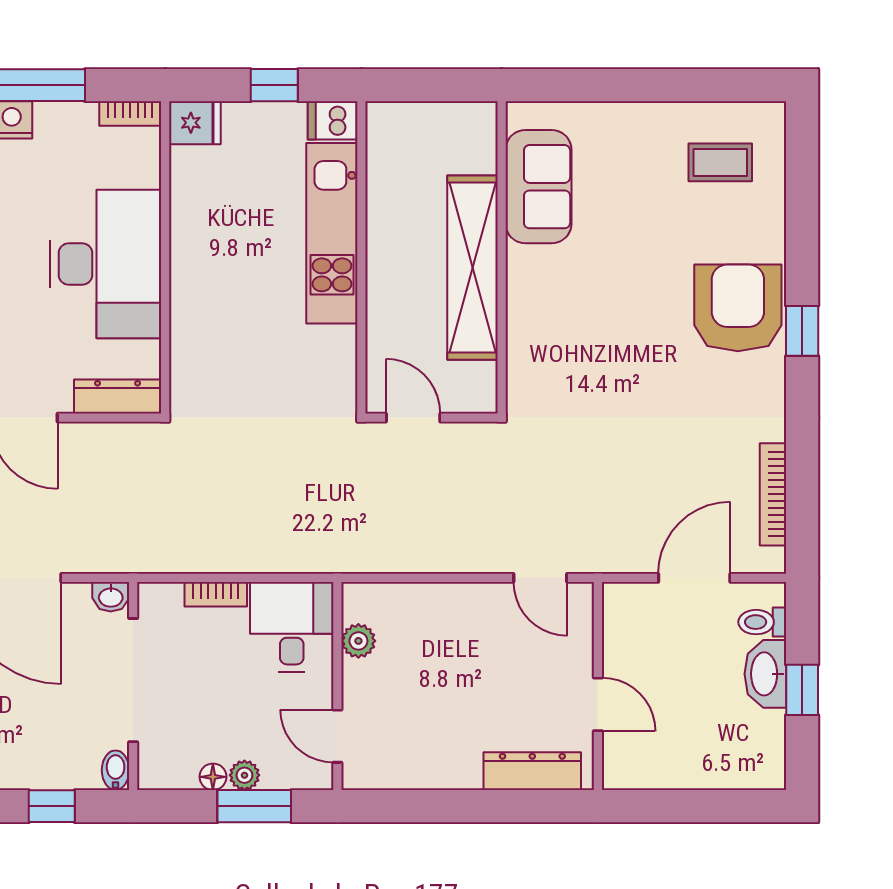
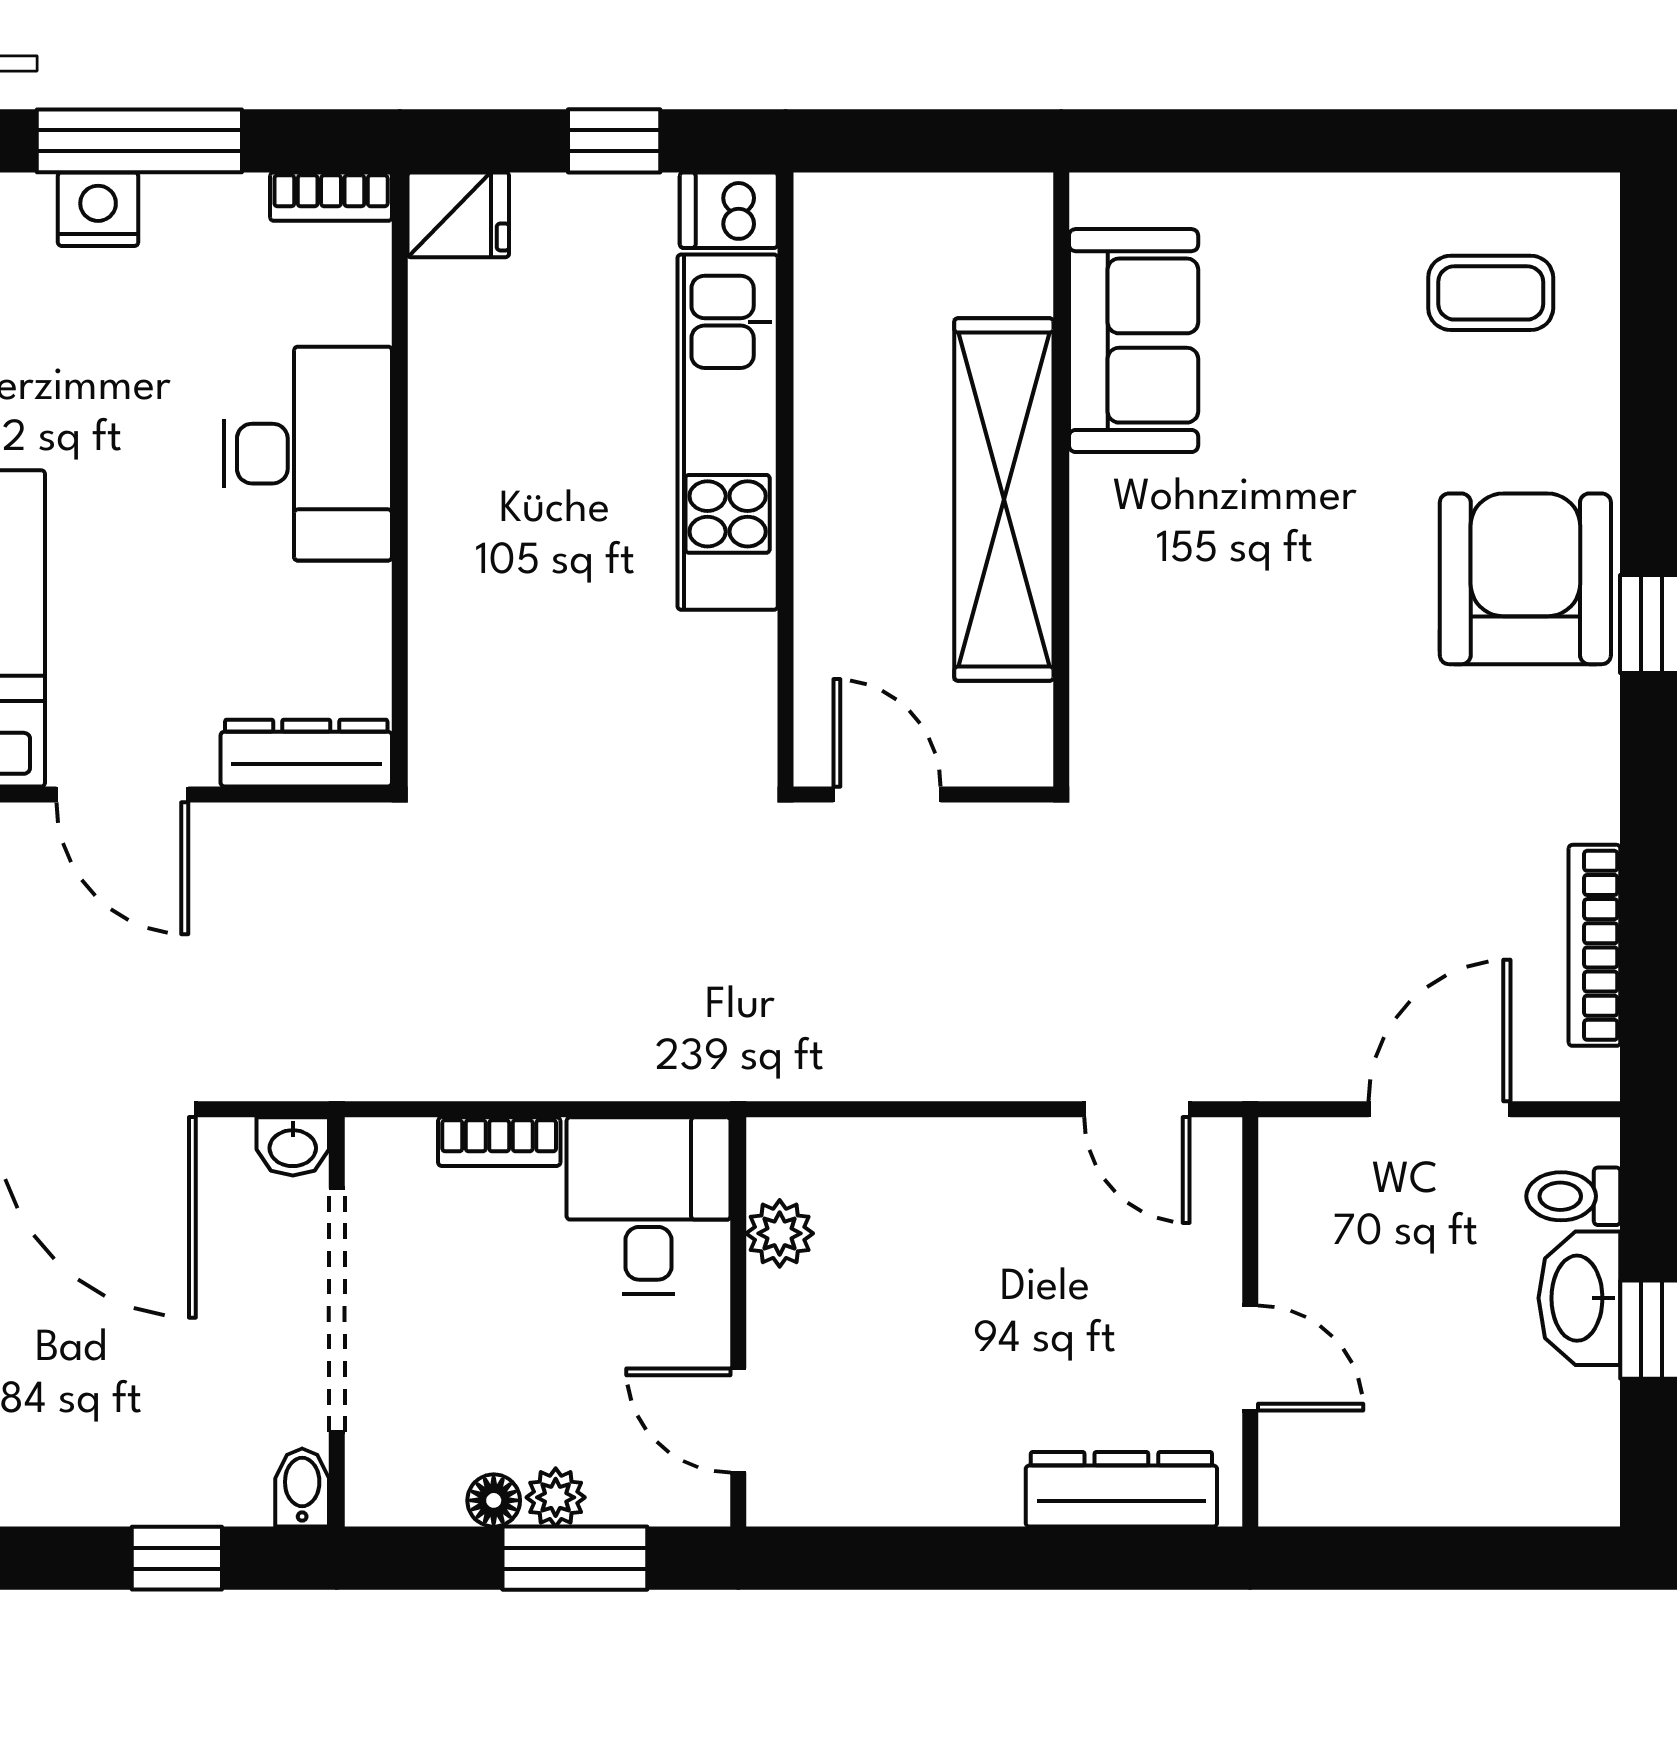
desk: (105, 264) -> (308, 454), width x0.73, depth x0.77

